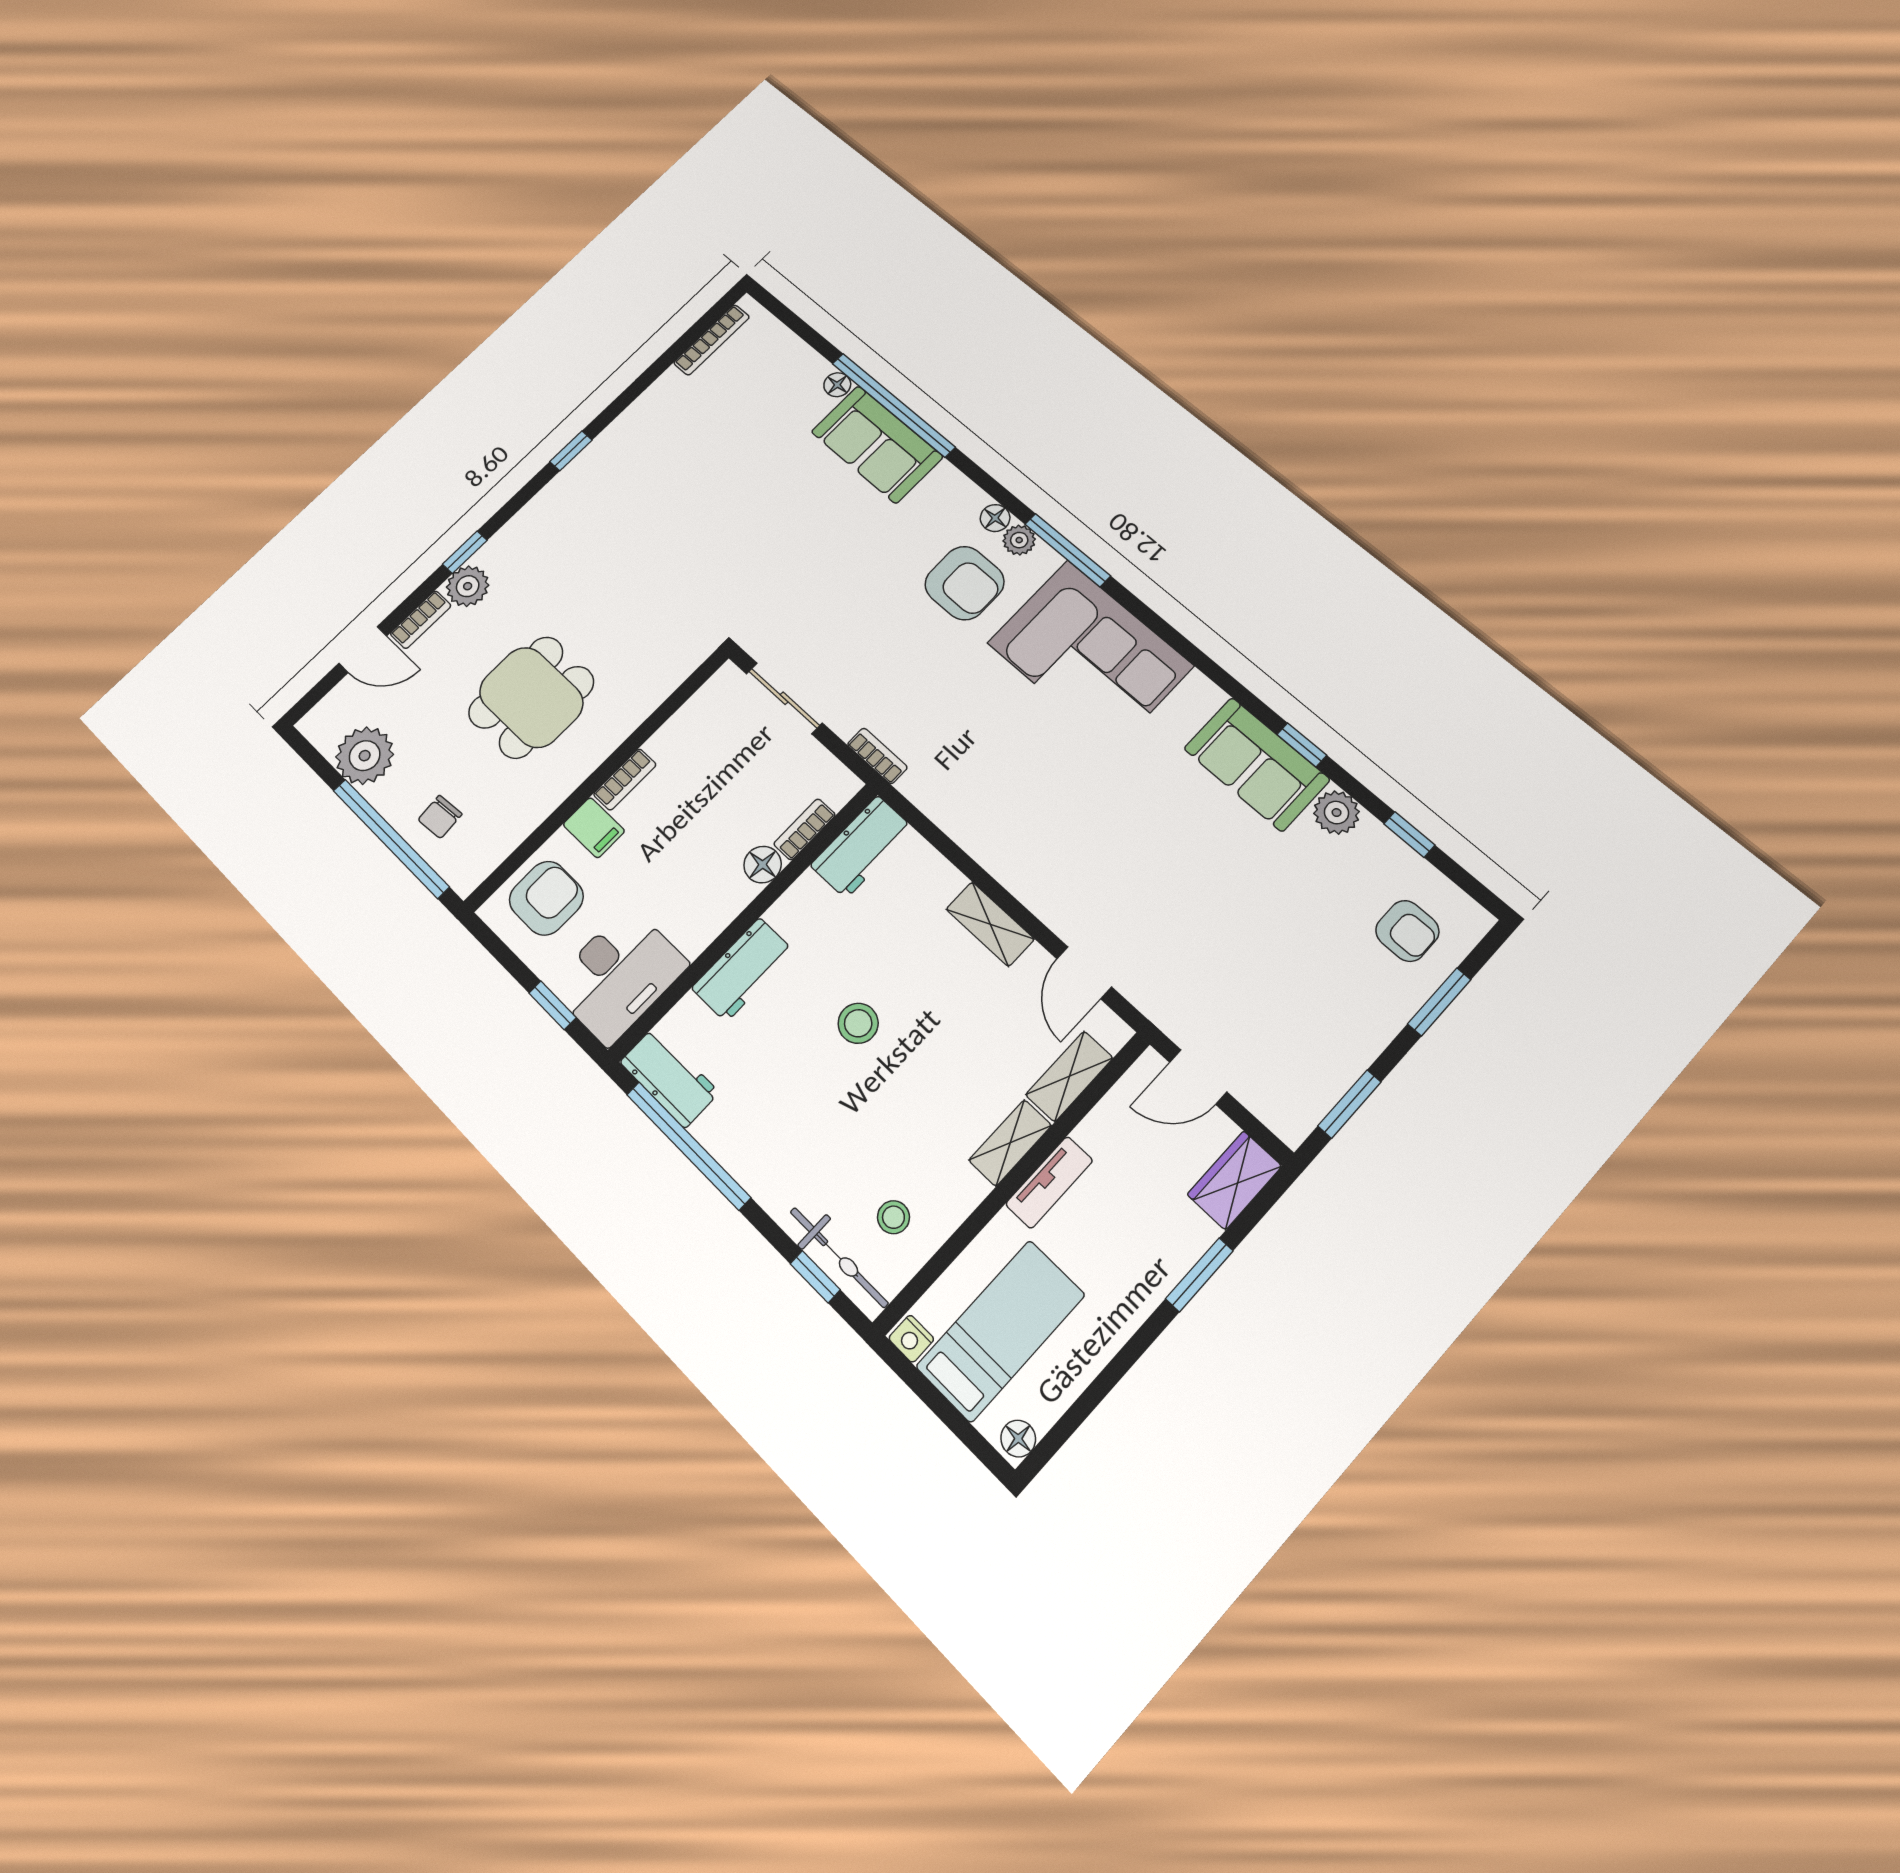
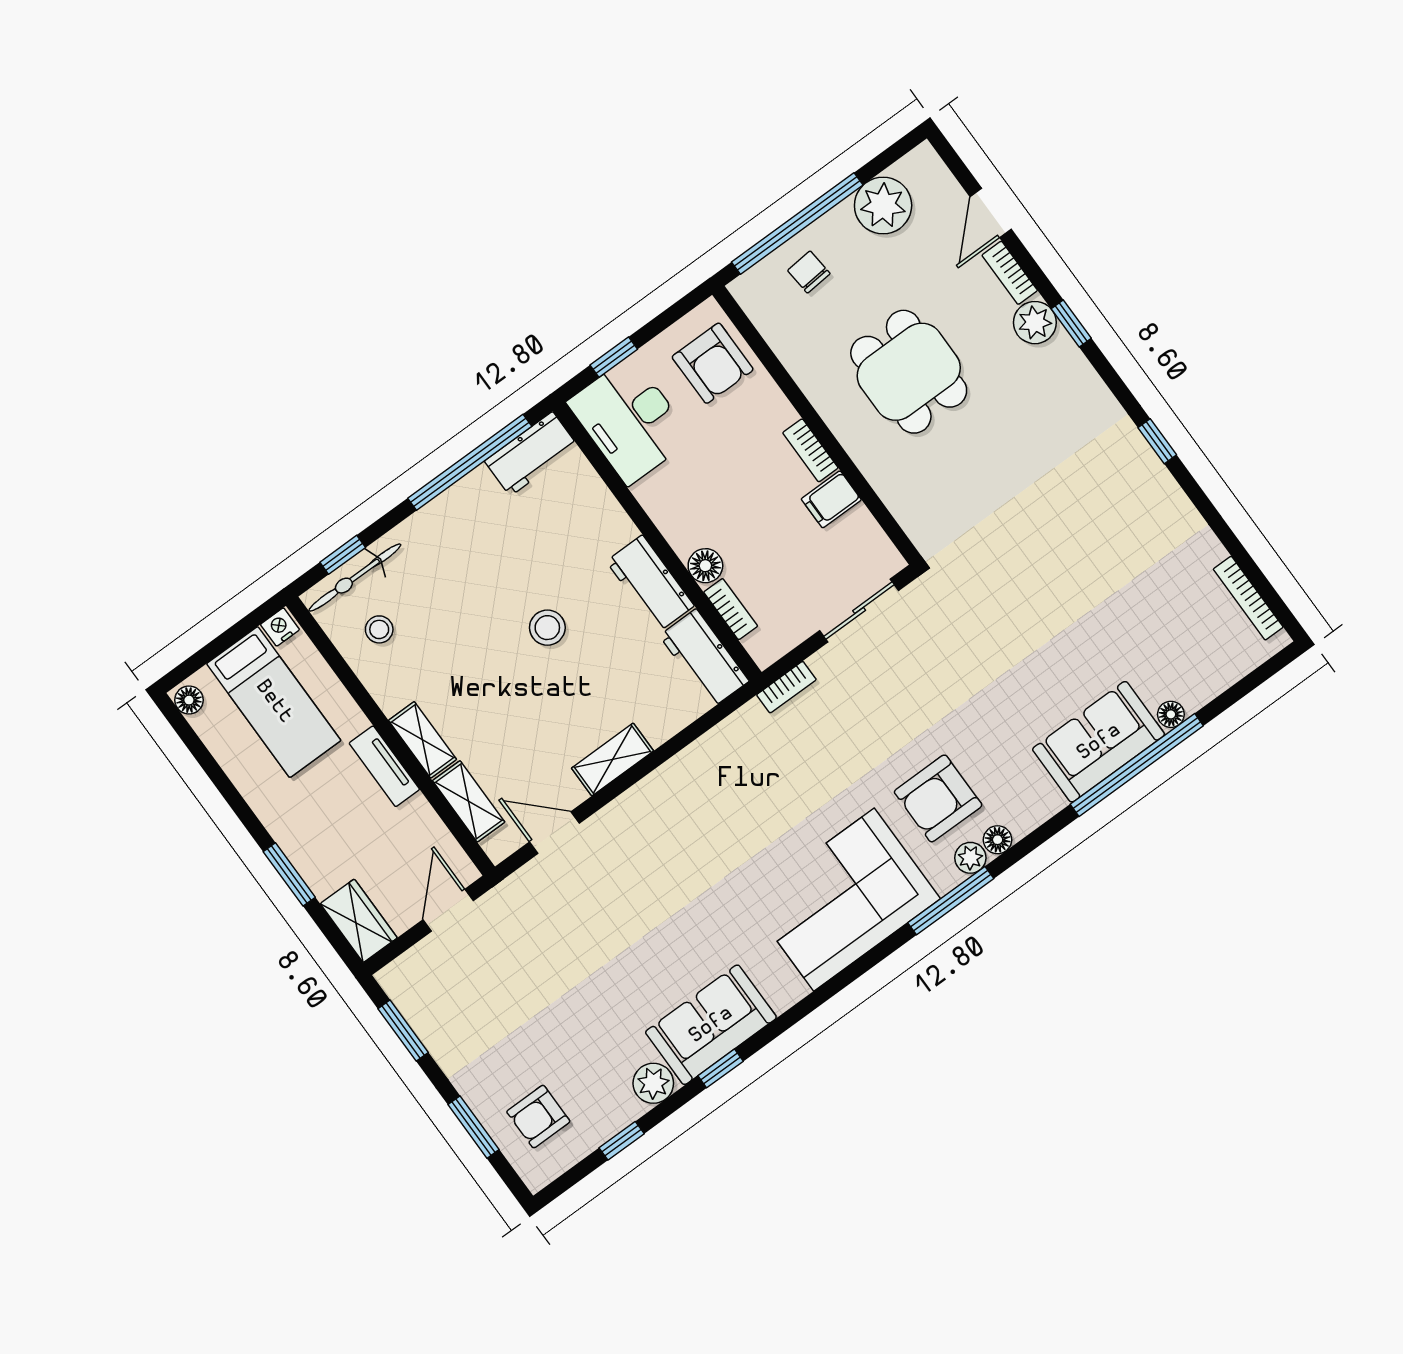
filing cabinet: (594, 828) -> (831, 499), moved
workbench: (743, 970) -> (650, 584), moved

